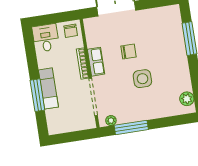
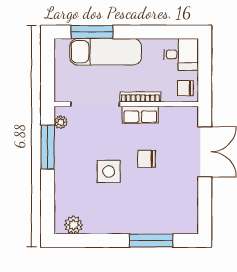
chair: (128, 52) -> (147, 159), turned 90
exam couch: (48, 88) -> (106, 52), width x1.36, depth x1.45
window: (37, 95) -> (92, 32), moved

